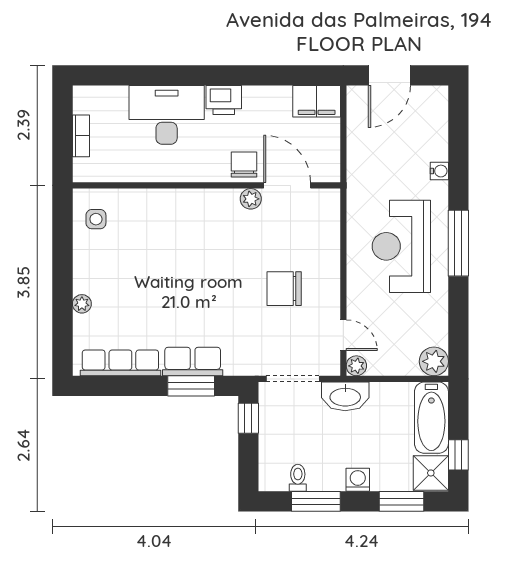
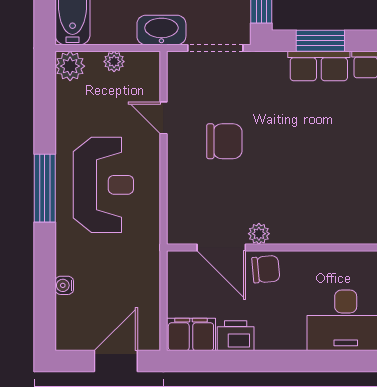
printer: (224, 100) -> (236, 336), moved
chair: (244, 164) -> (266, 269), turned -95
water cooler: (439, 171) -> (64, 285), moved
door: (343, 335) -> (163, 118), moved
plant: (356, 366) -> (114, 62), moved

